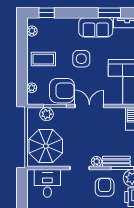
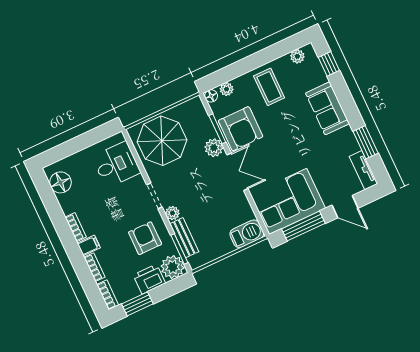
sofa: (96, 27) -> (327, 108), moved
side table: (81, 59) -> (292, 134), removed
floor lamp: (31, 100) -> (211, 96), added
plant: (46, 114) -> (214, 148), moved
armchair: (105, 187) -> (145, 238), turned -90

